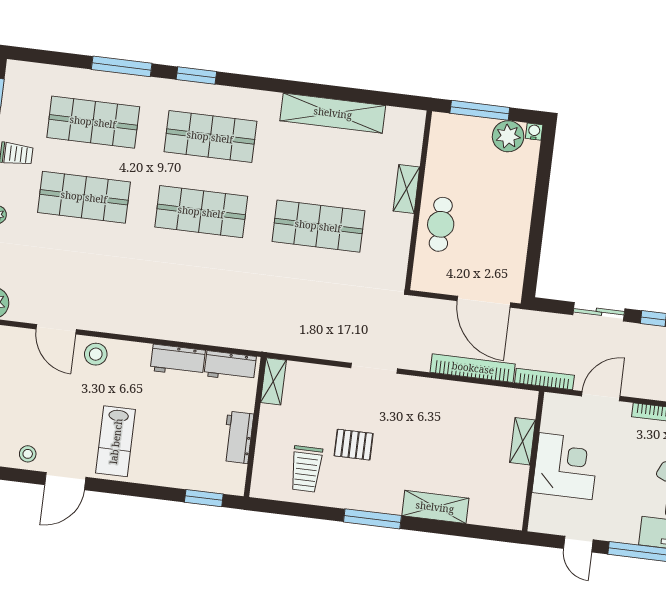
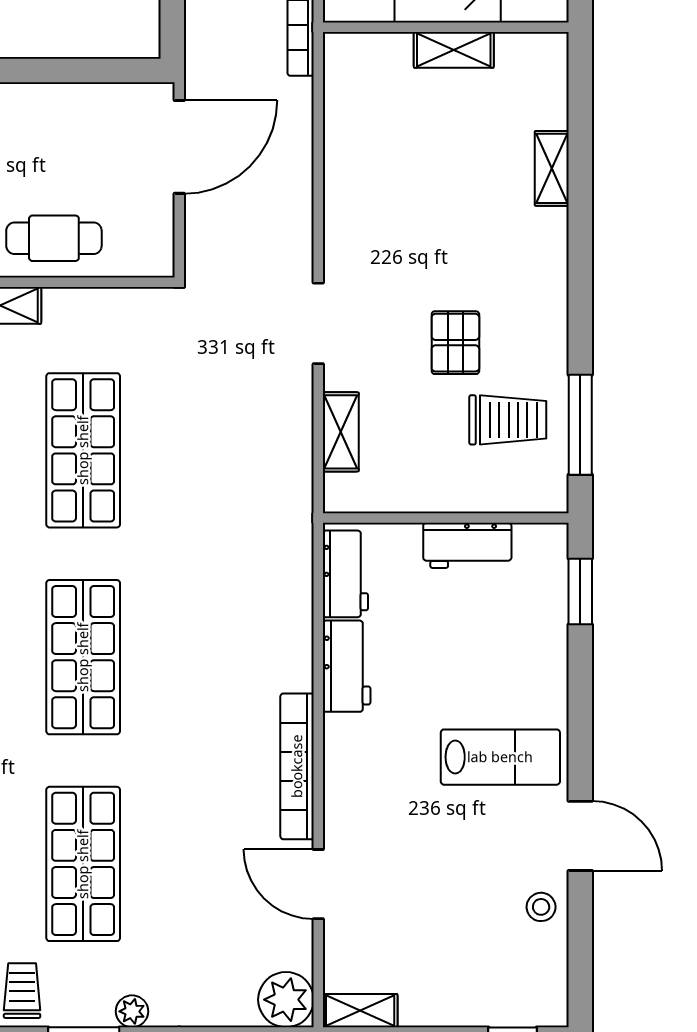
door: (56, 329) -> (318, 884), swing flipped
stool: (96, 354) -> (353, 810), removed
bookcase: (473, 368) -> (297, 766), moved
shelving: (273, 381) -> (341, 432), moved, turned 90
shelving: (523, 441) -> (454, 50), moved
shelving: (435, 507) -> (552, 168), width x0.67, depth x0.75
window: (372, 519) -> (580, 425), moved

